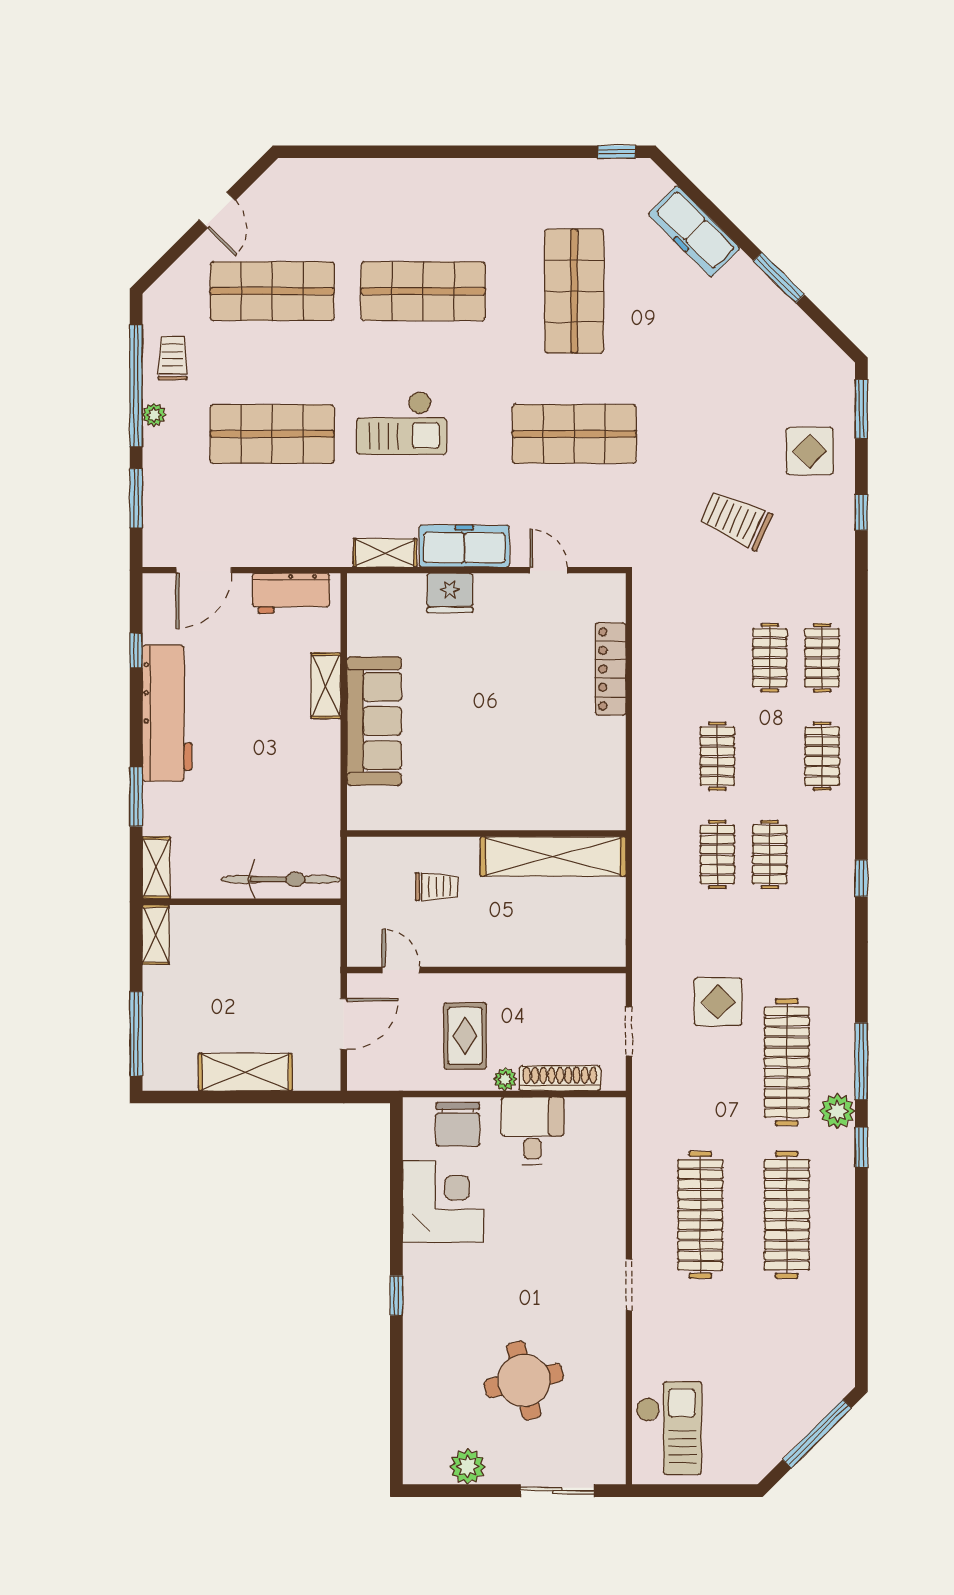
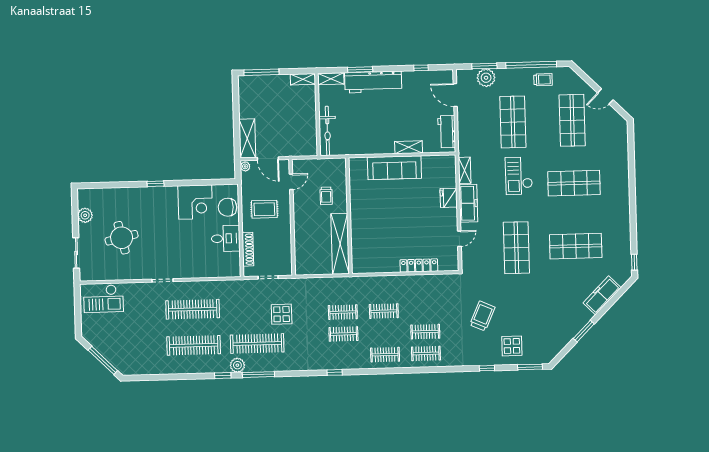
shop shelf: (423, 291) -> (574, 183), turned 90
plant: (154, 415) -> (486, 78), moved, width x1.88, depth x1.88
workbench: (167, 713) -> (373, 82), moved
shelving: (245, 1072) -> (247, 138), moved
plant: (505, 1079) -> (245, 166), moved

